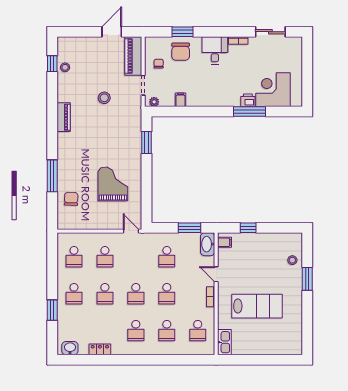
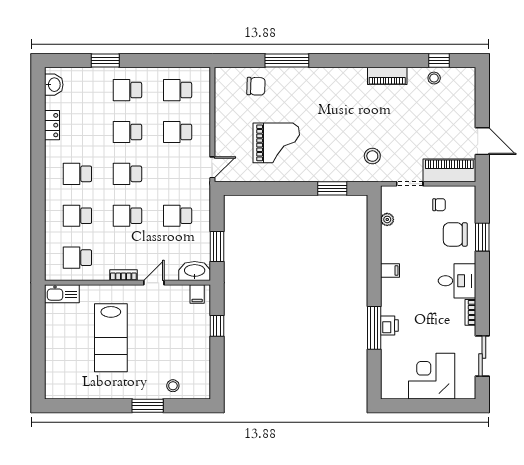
corner desk: (273, 90) -> (432, 376), moved, turned -90
stool: (104, 98) -> (372, 156), moved
filing cabinet: (180, 100) -> (390, 270), moved
plant: (154, 102) -> (387, 219), moved
piano: (64, 117) -> (387, 76), moved

